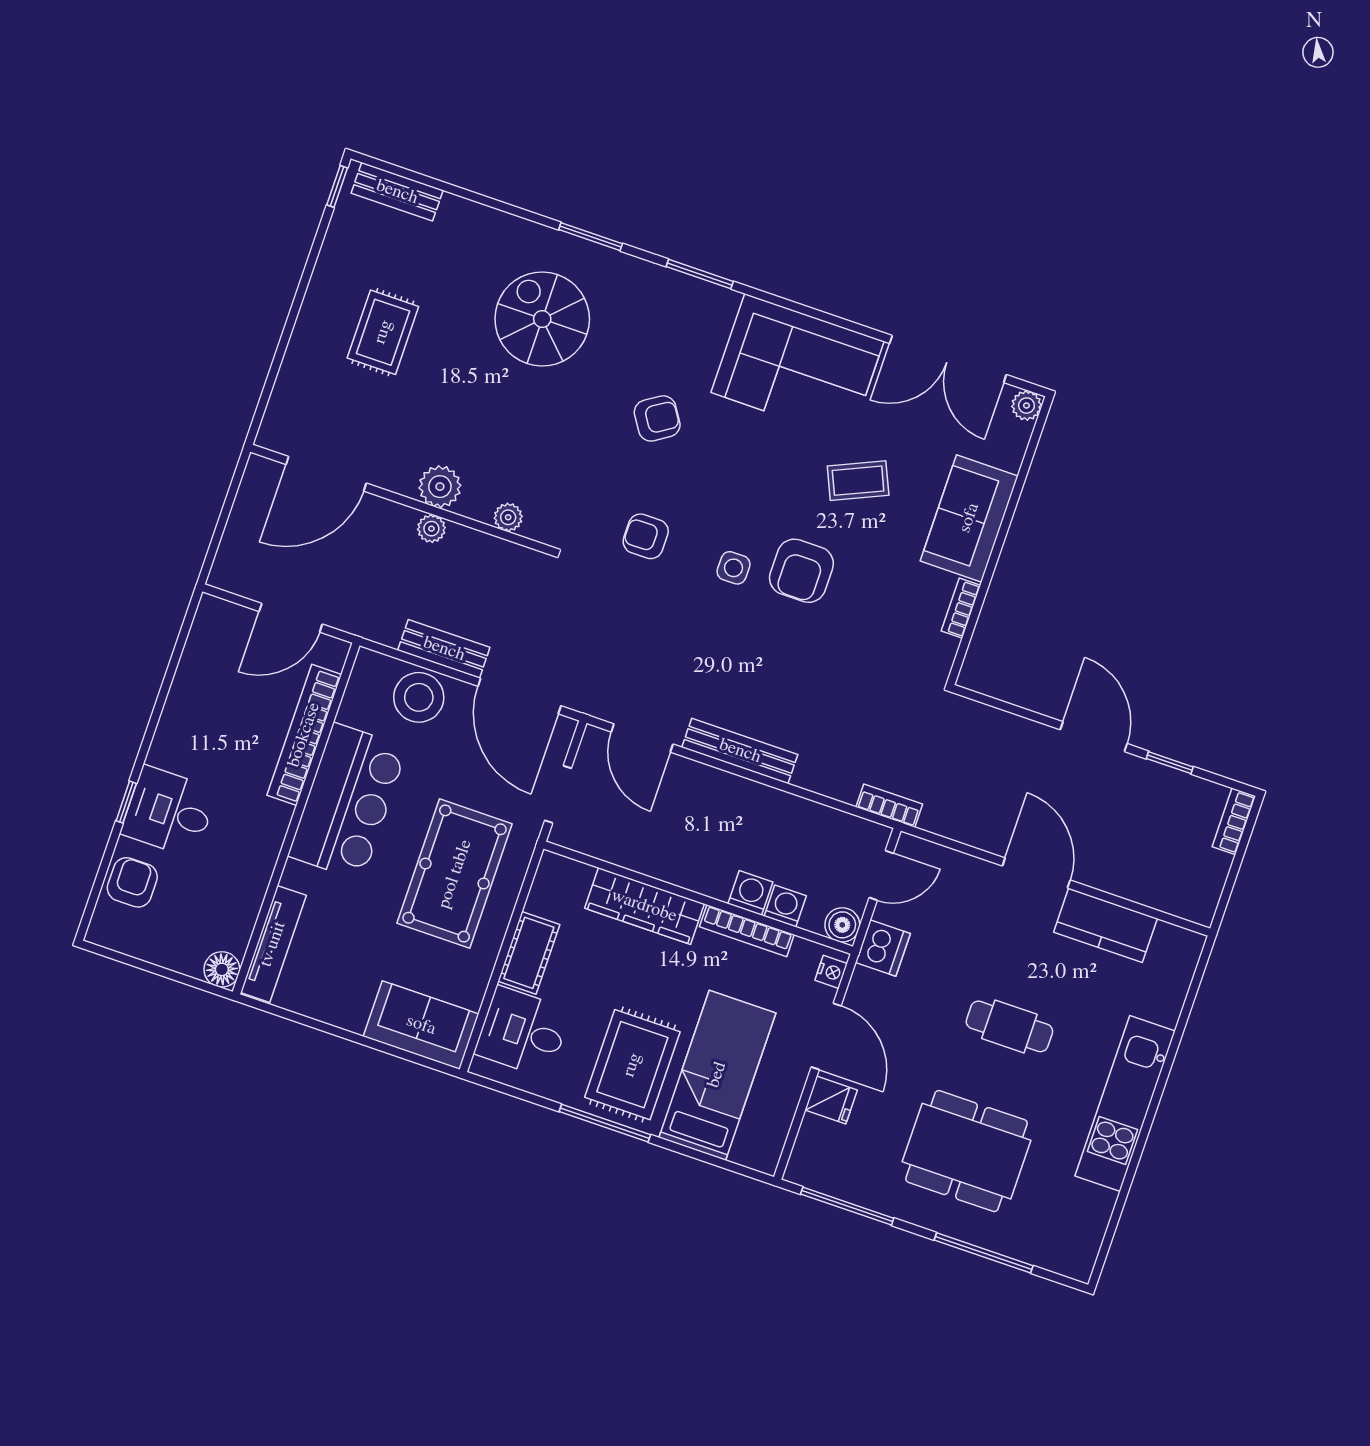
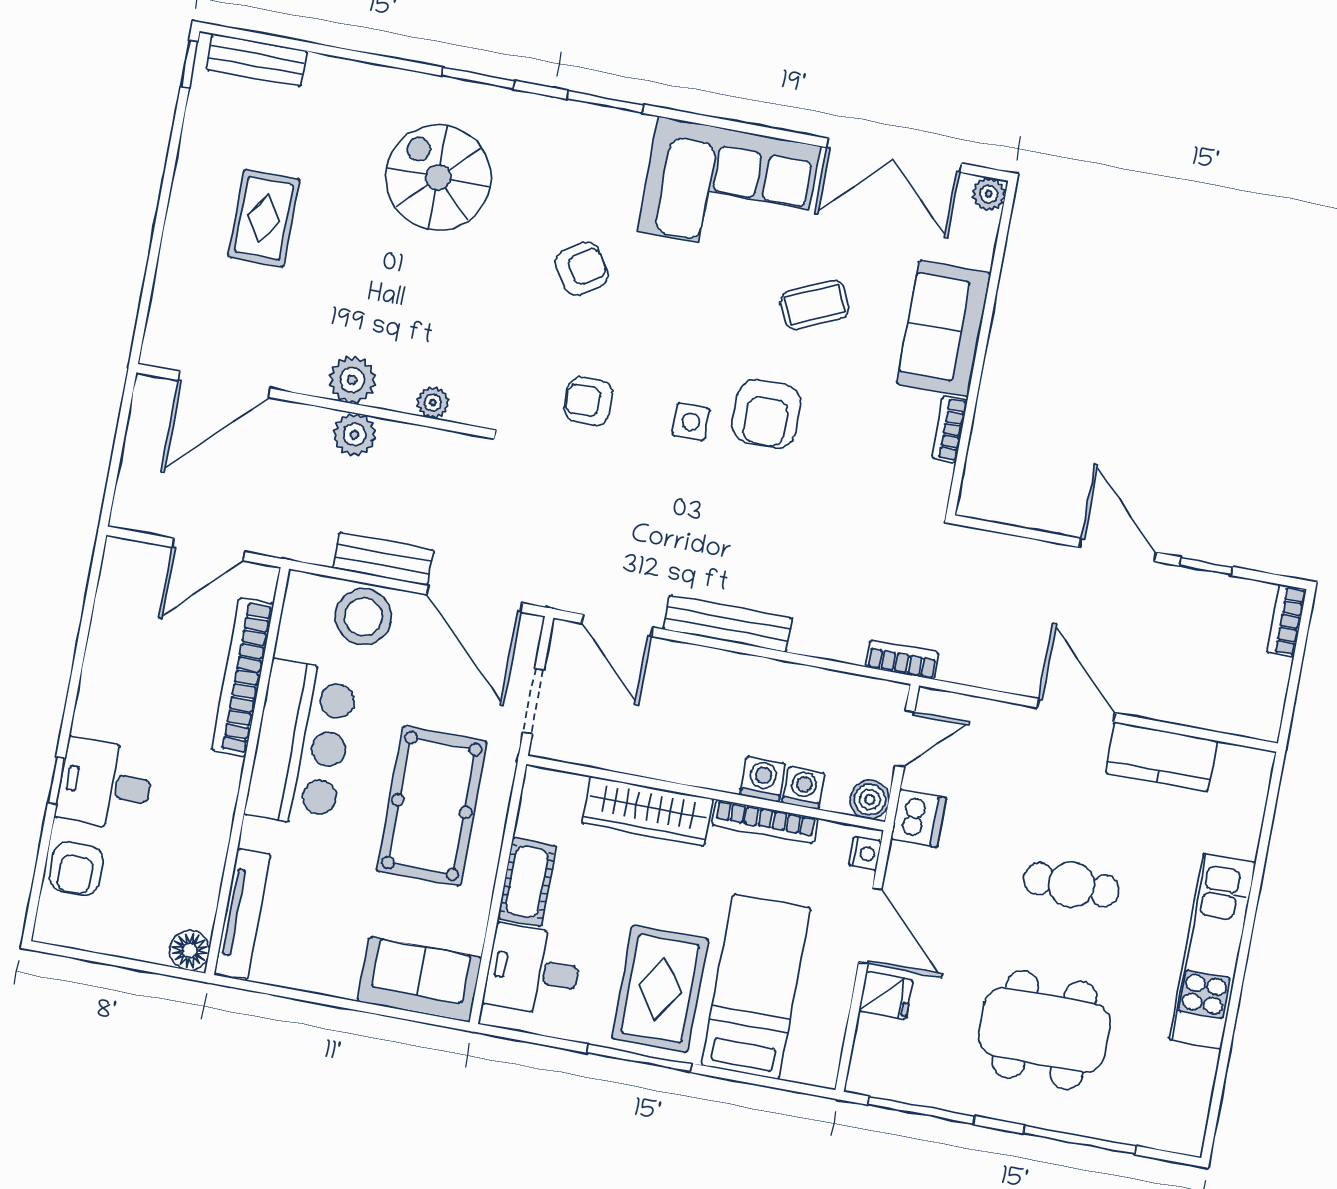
plant: (431, 529) -> (354, 435), width x1.38, depth x1.38
armchair: (132, 882) -> (76, 869), turned 180

